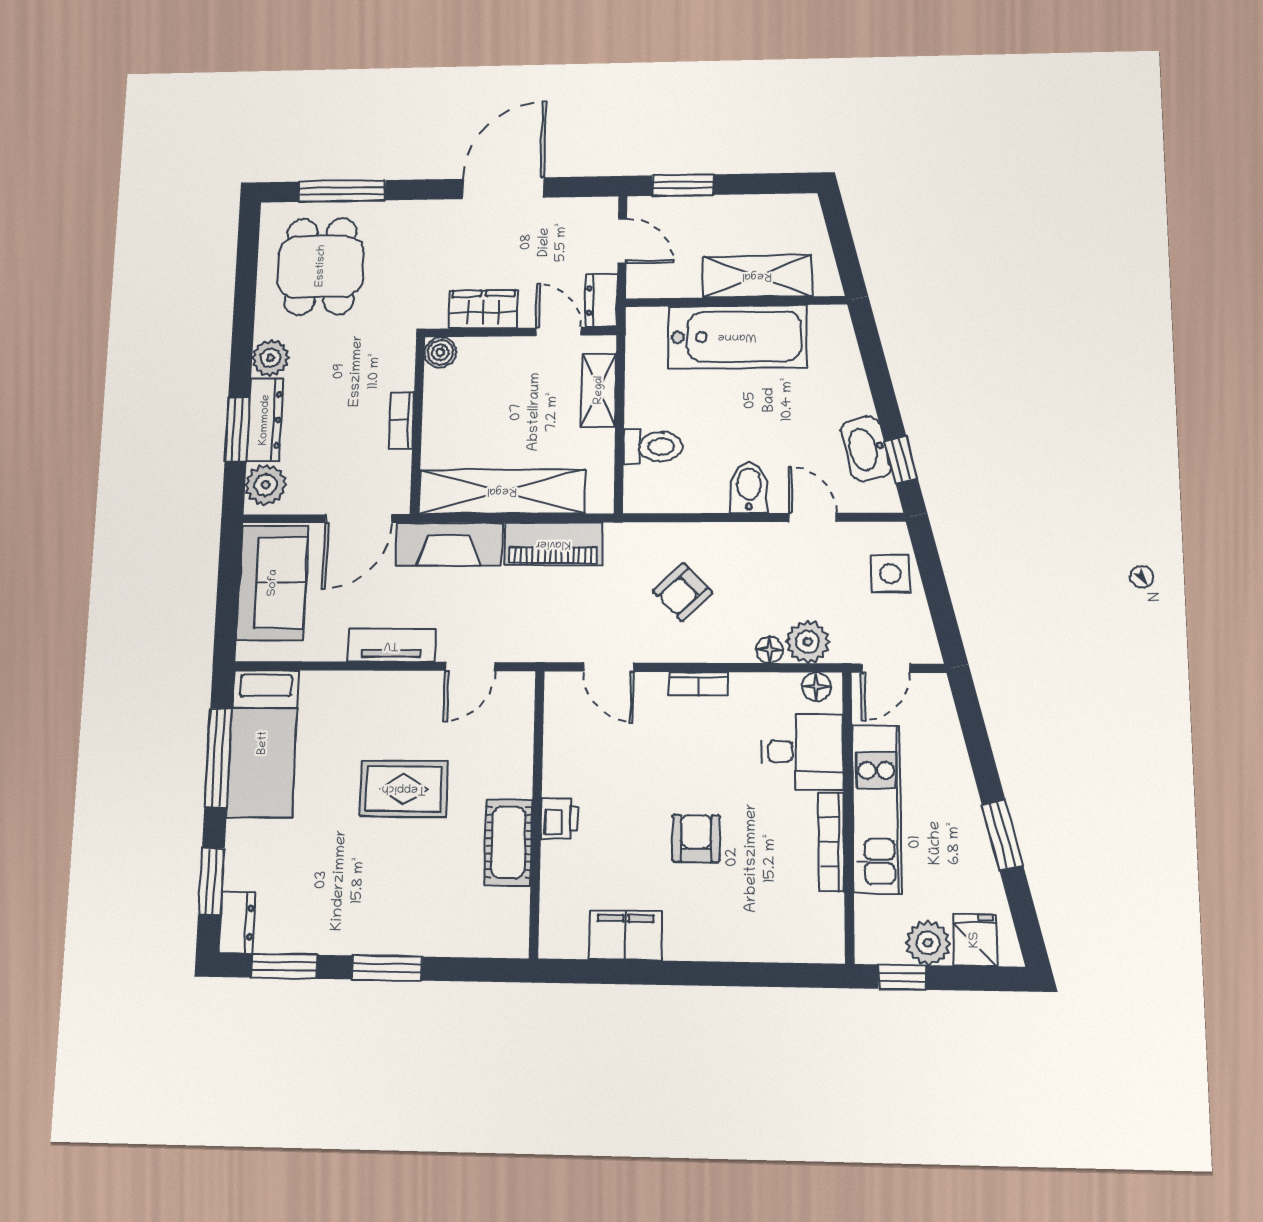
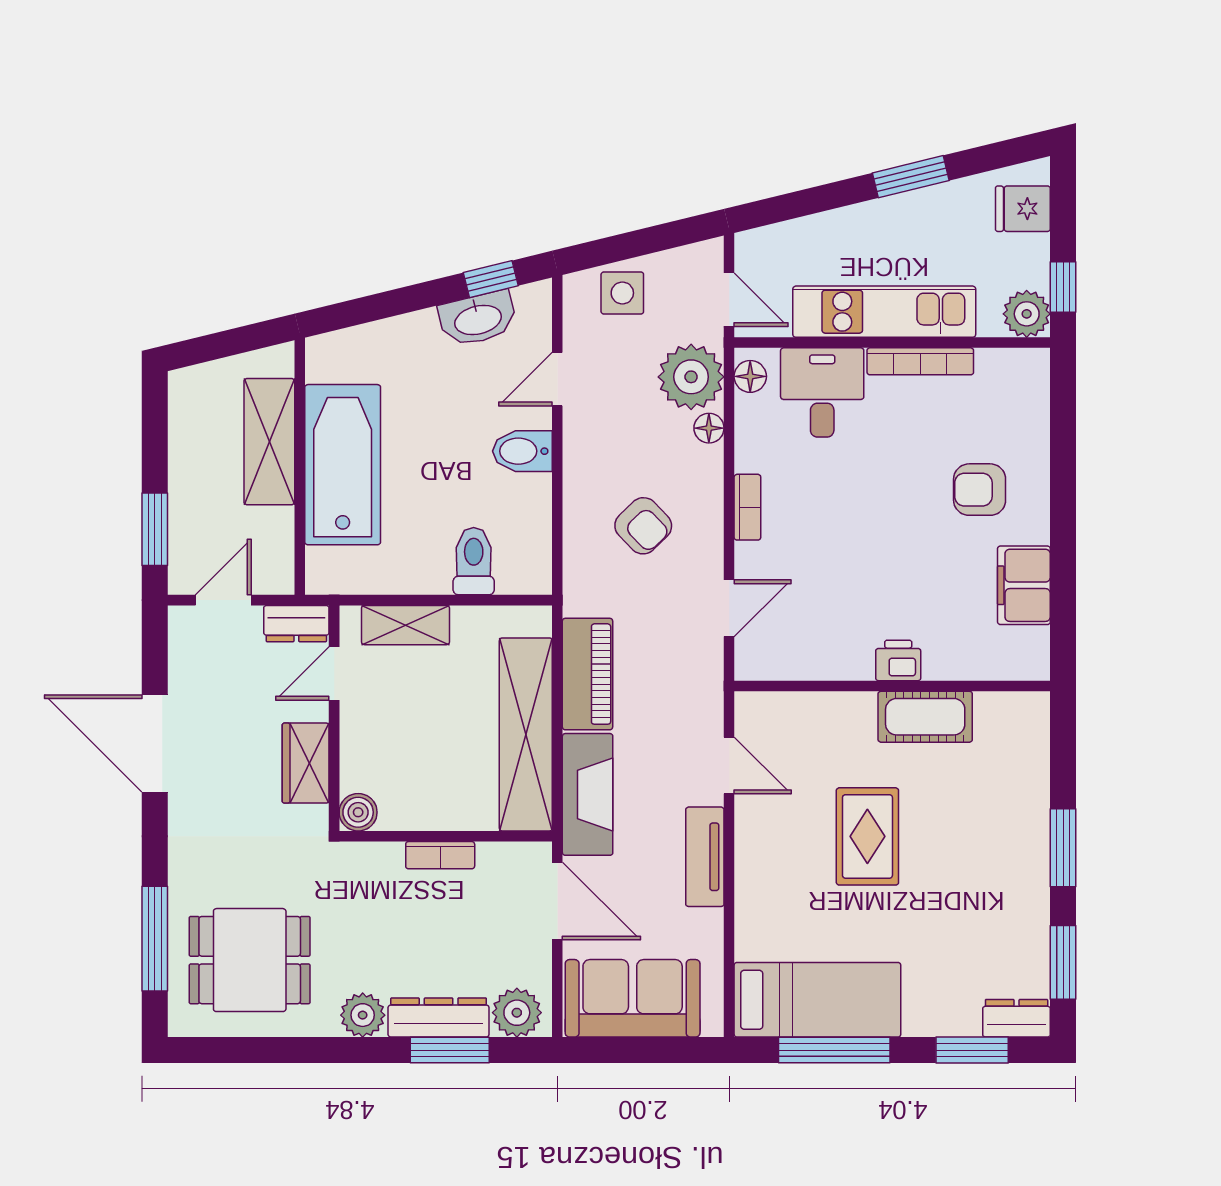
plant: (808, 642) -> (691, 377), width x1.36, depth x1.36
armchair: (696, 838) -> (980, 490), moved
plant: (928, 943) -> (1027, 314), moved

